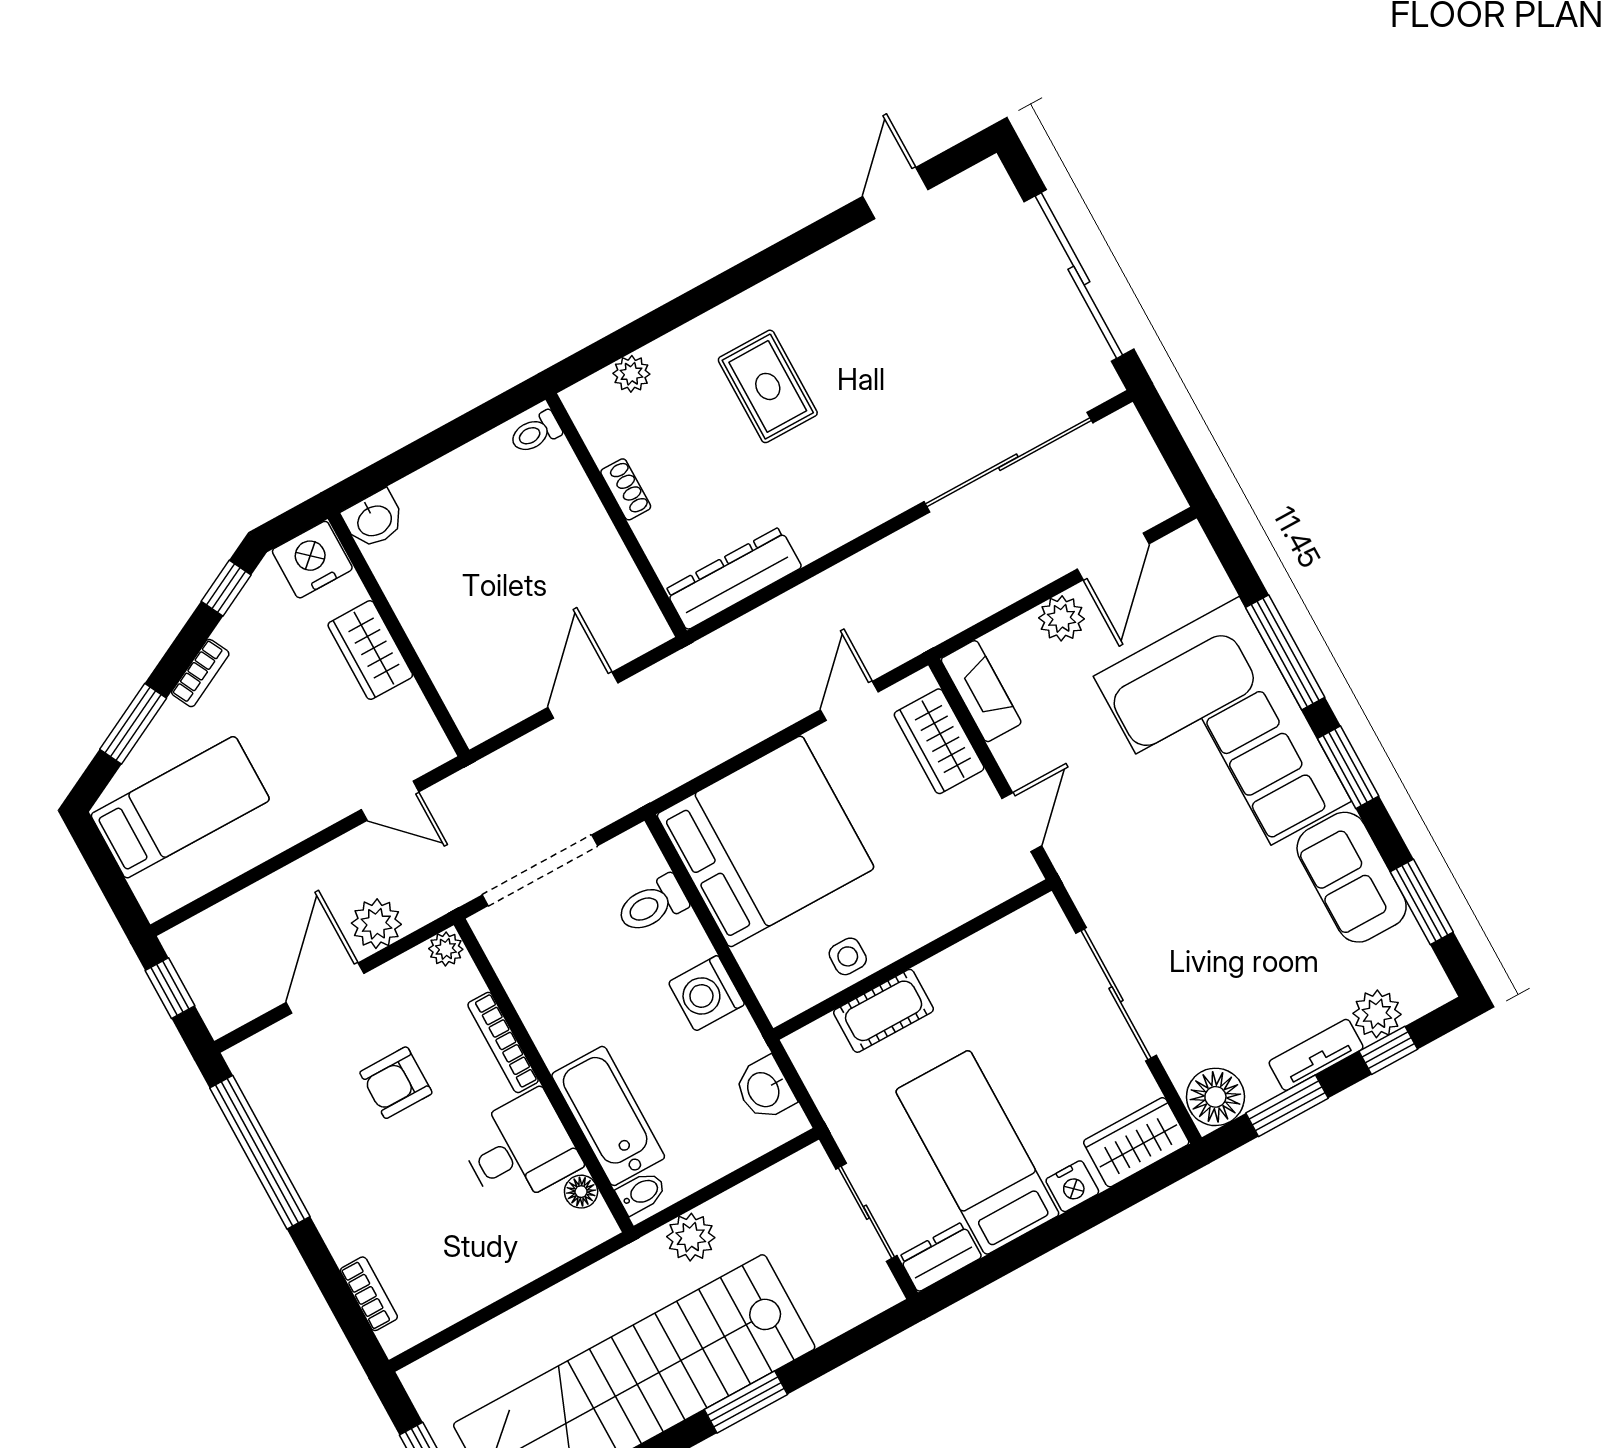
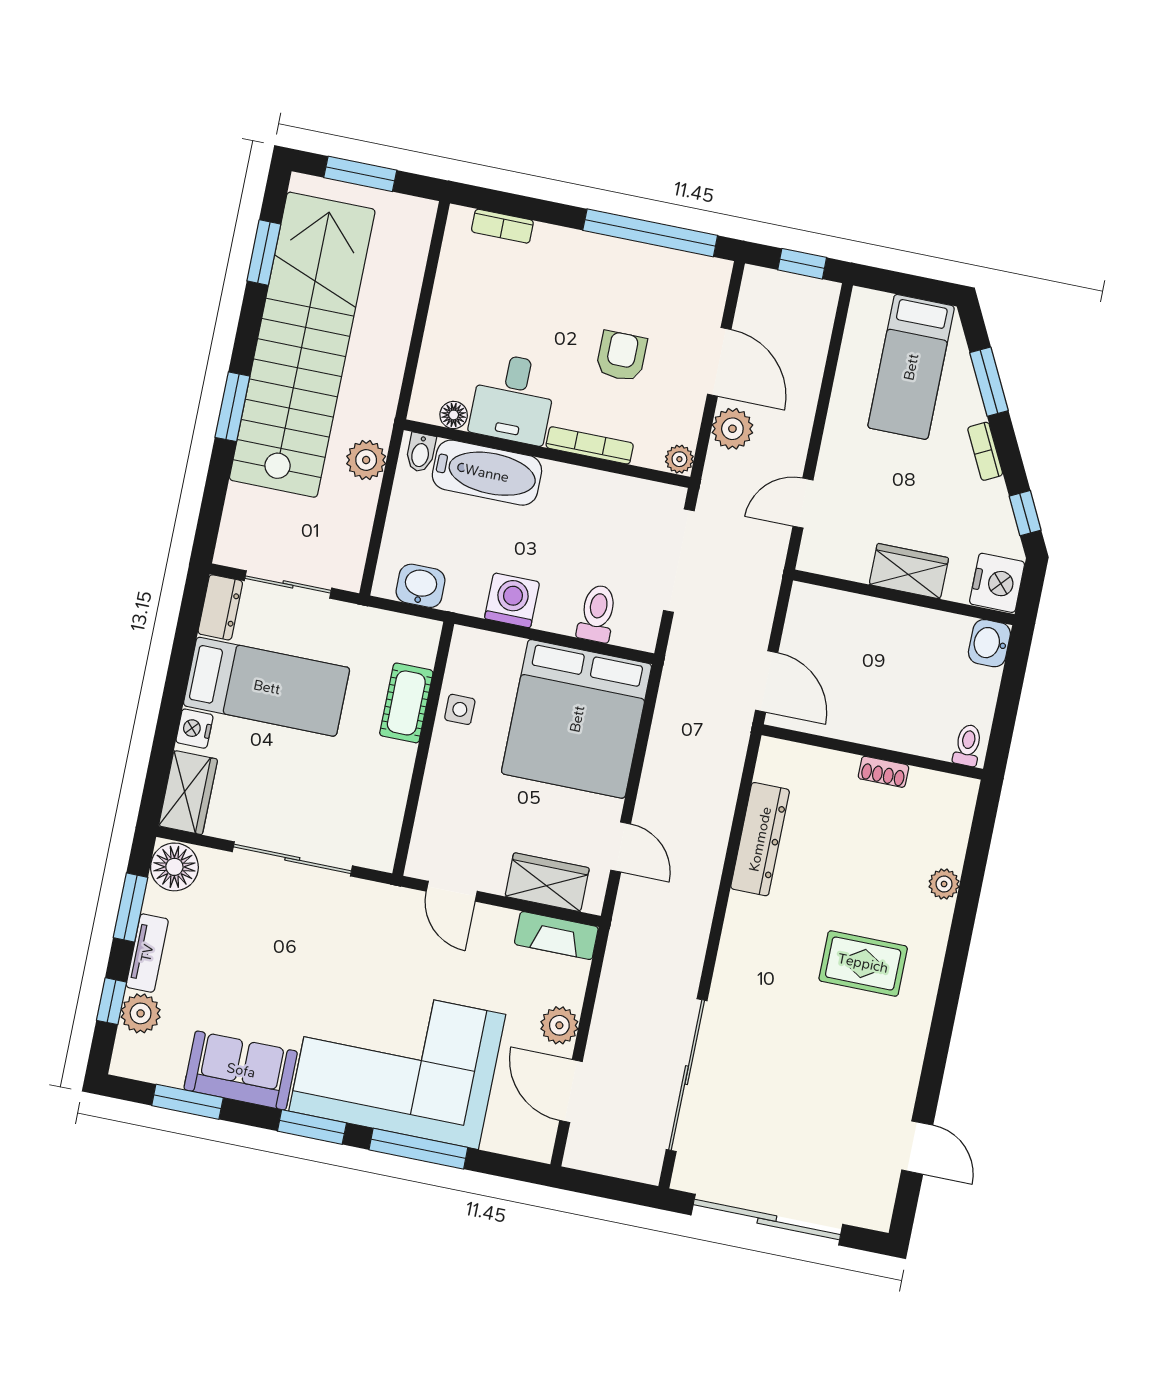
toilet: (536, 432) -> (968, 745), moved
shoe rack: (626, 489) -> (883, 772), moved
wall: (616, 515) -> (872, 752), moved

